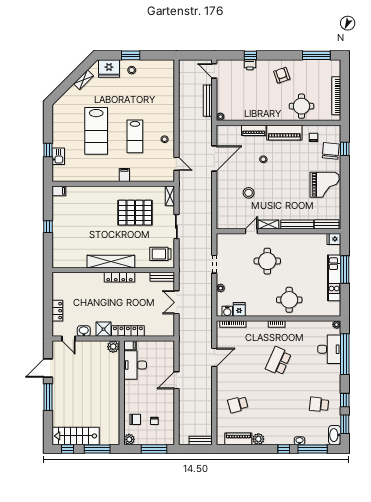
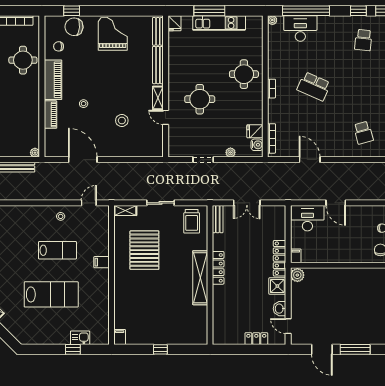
door: (68, 339) -> (288, 326), swing flipped
desk: (135, 365) -> (307, 218), moved, turned 180

